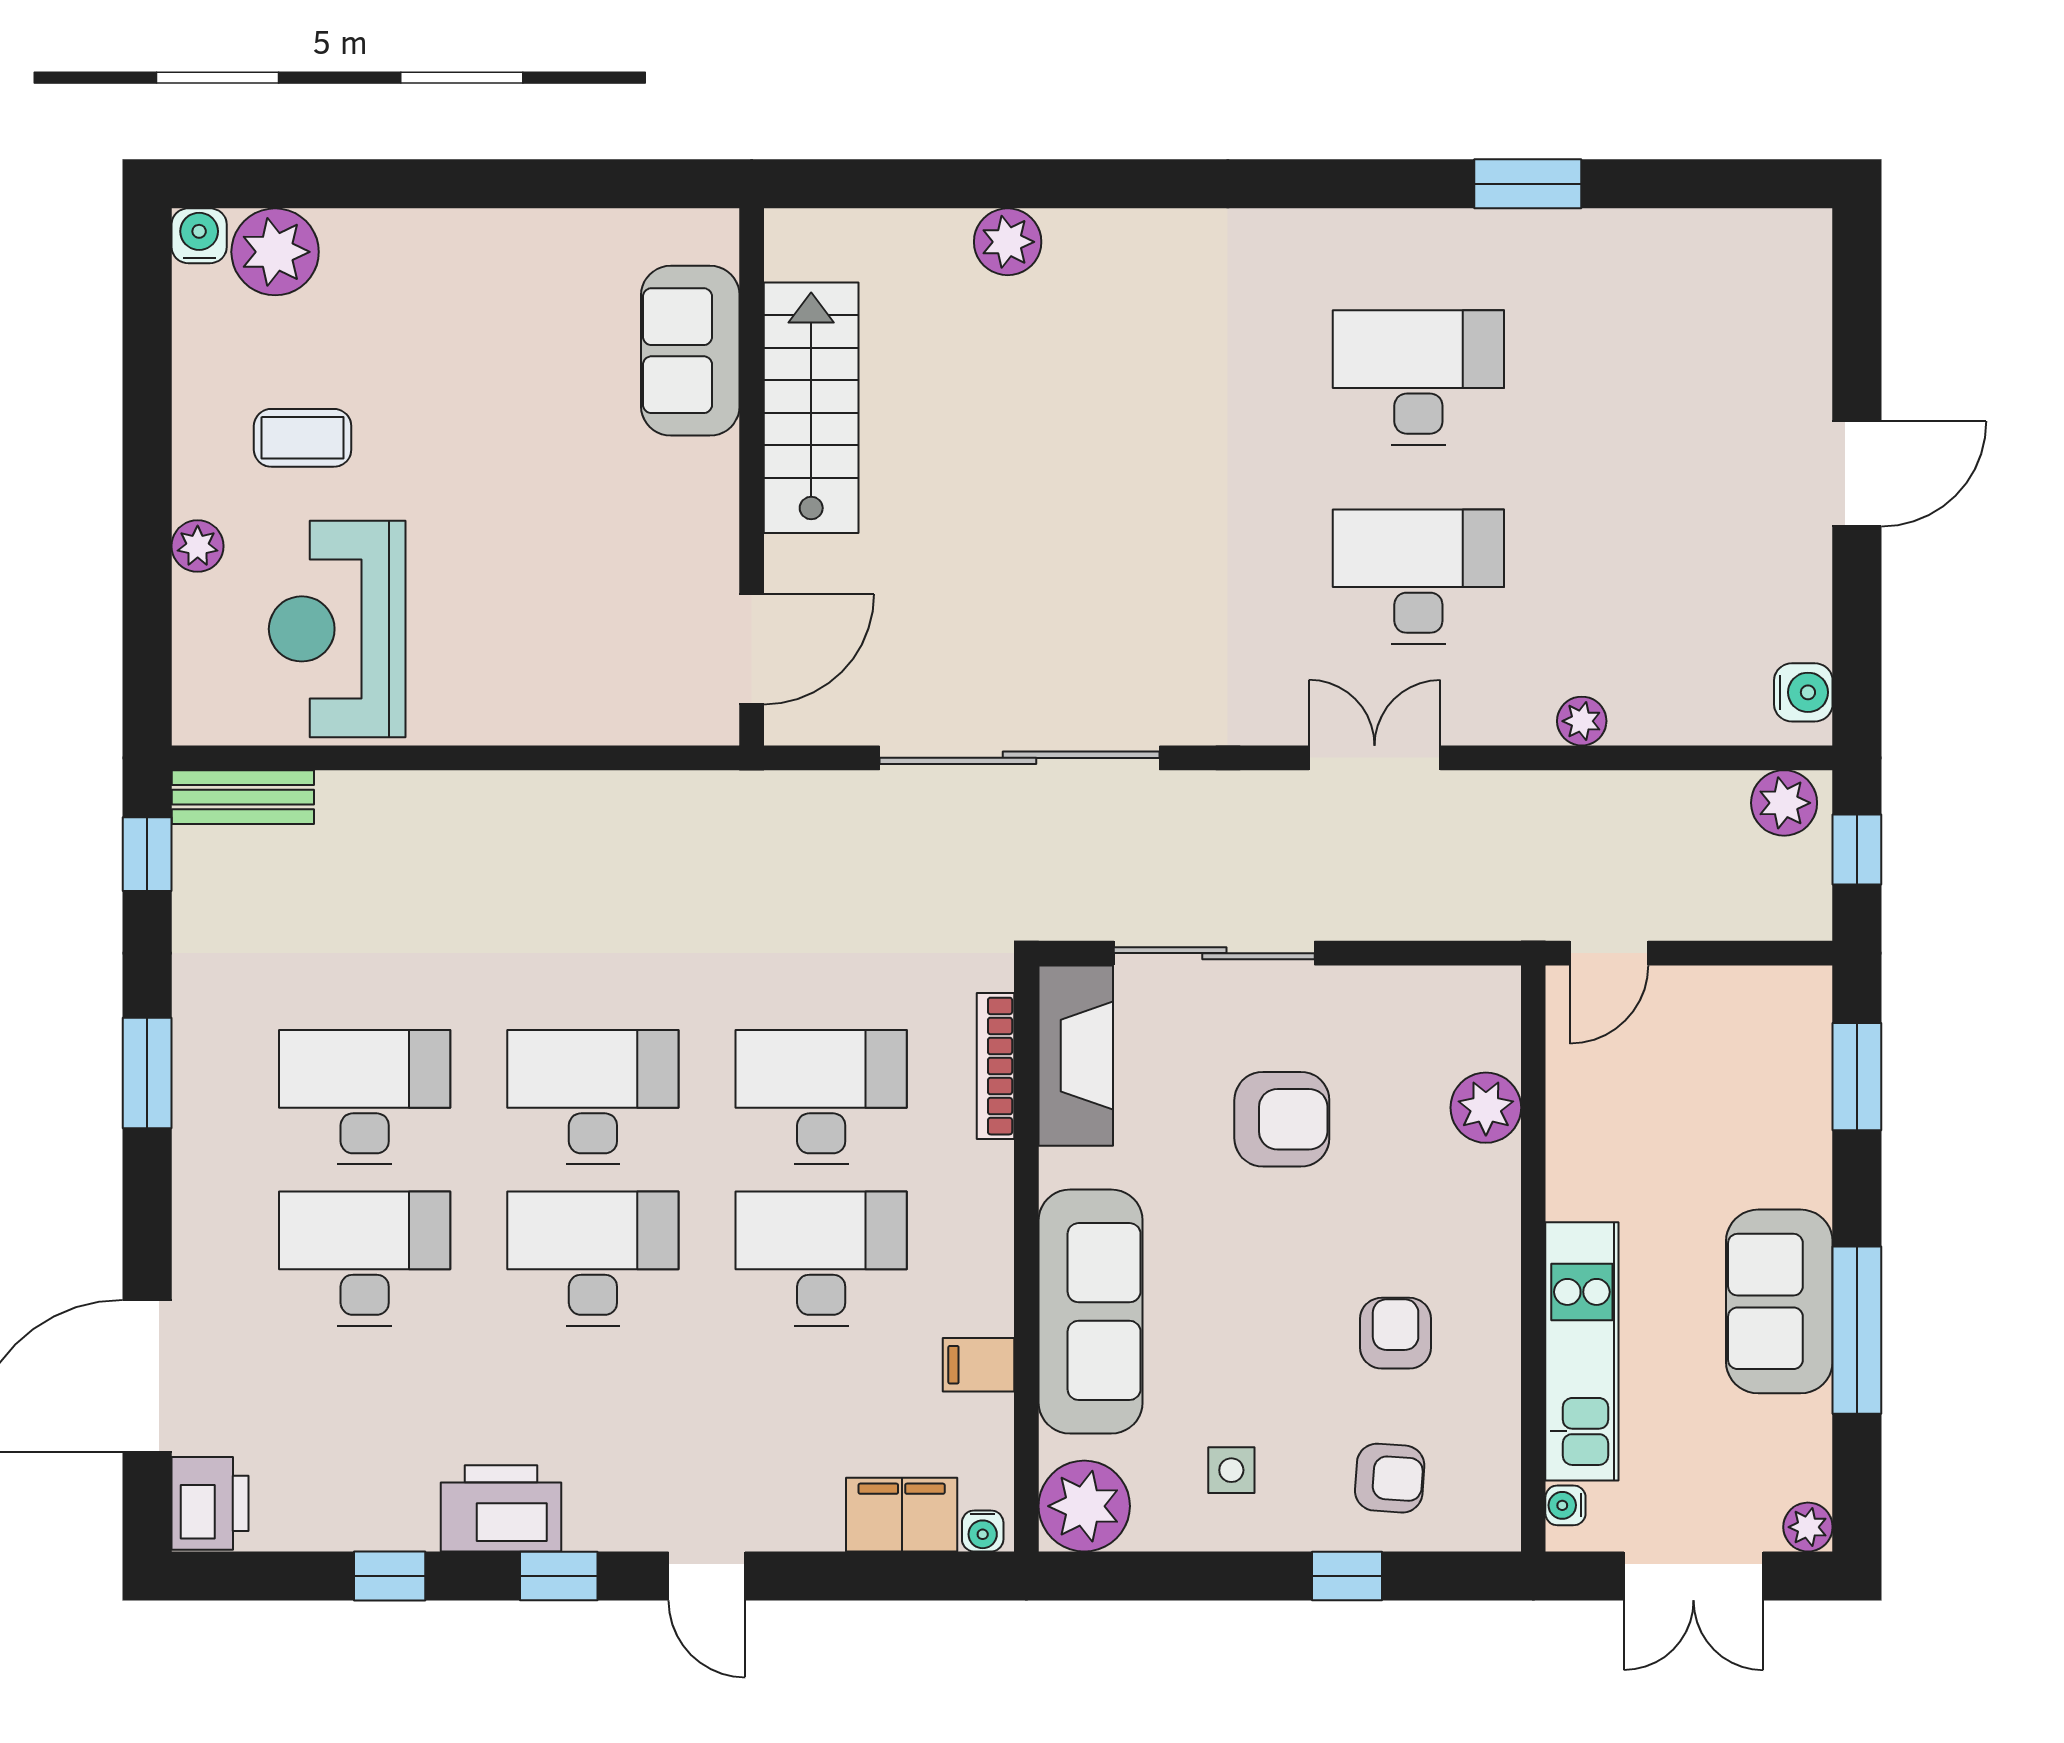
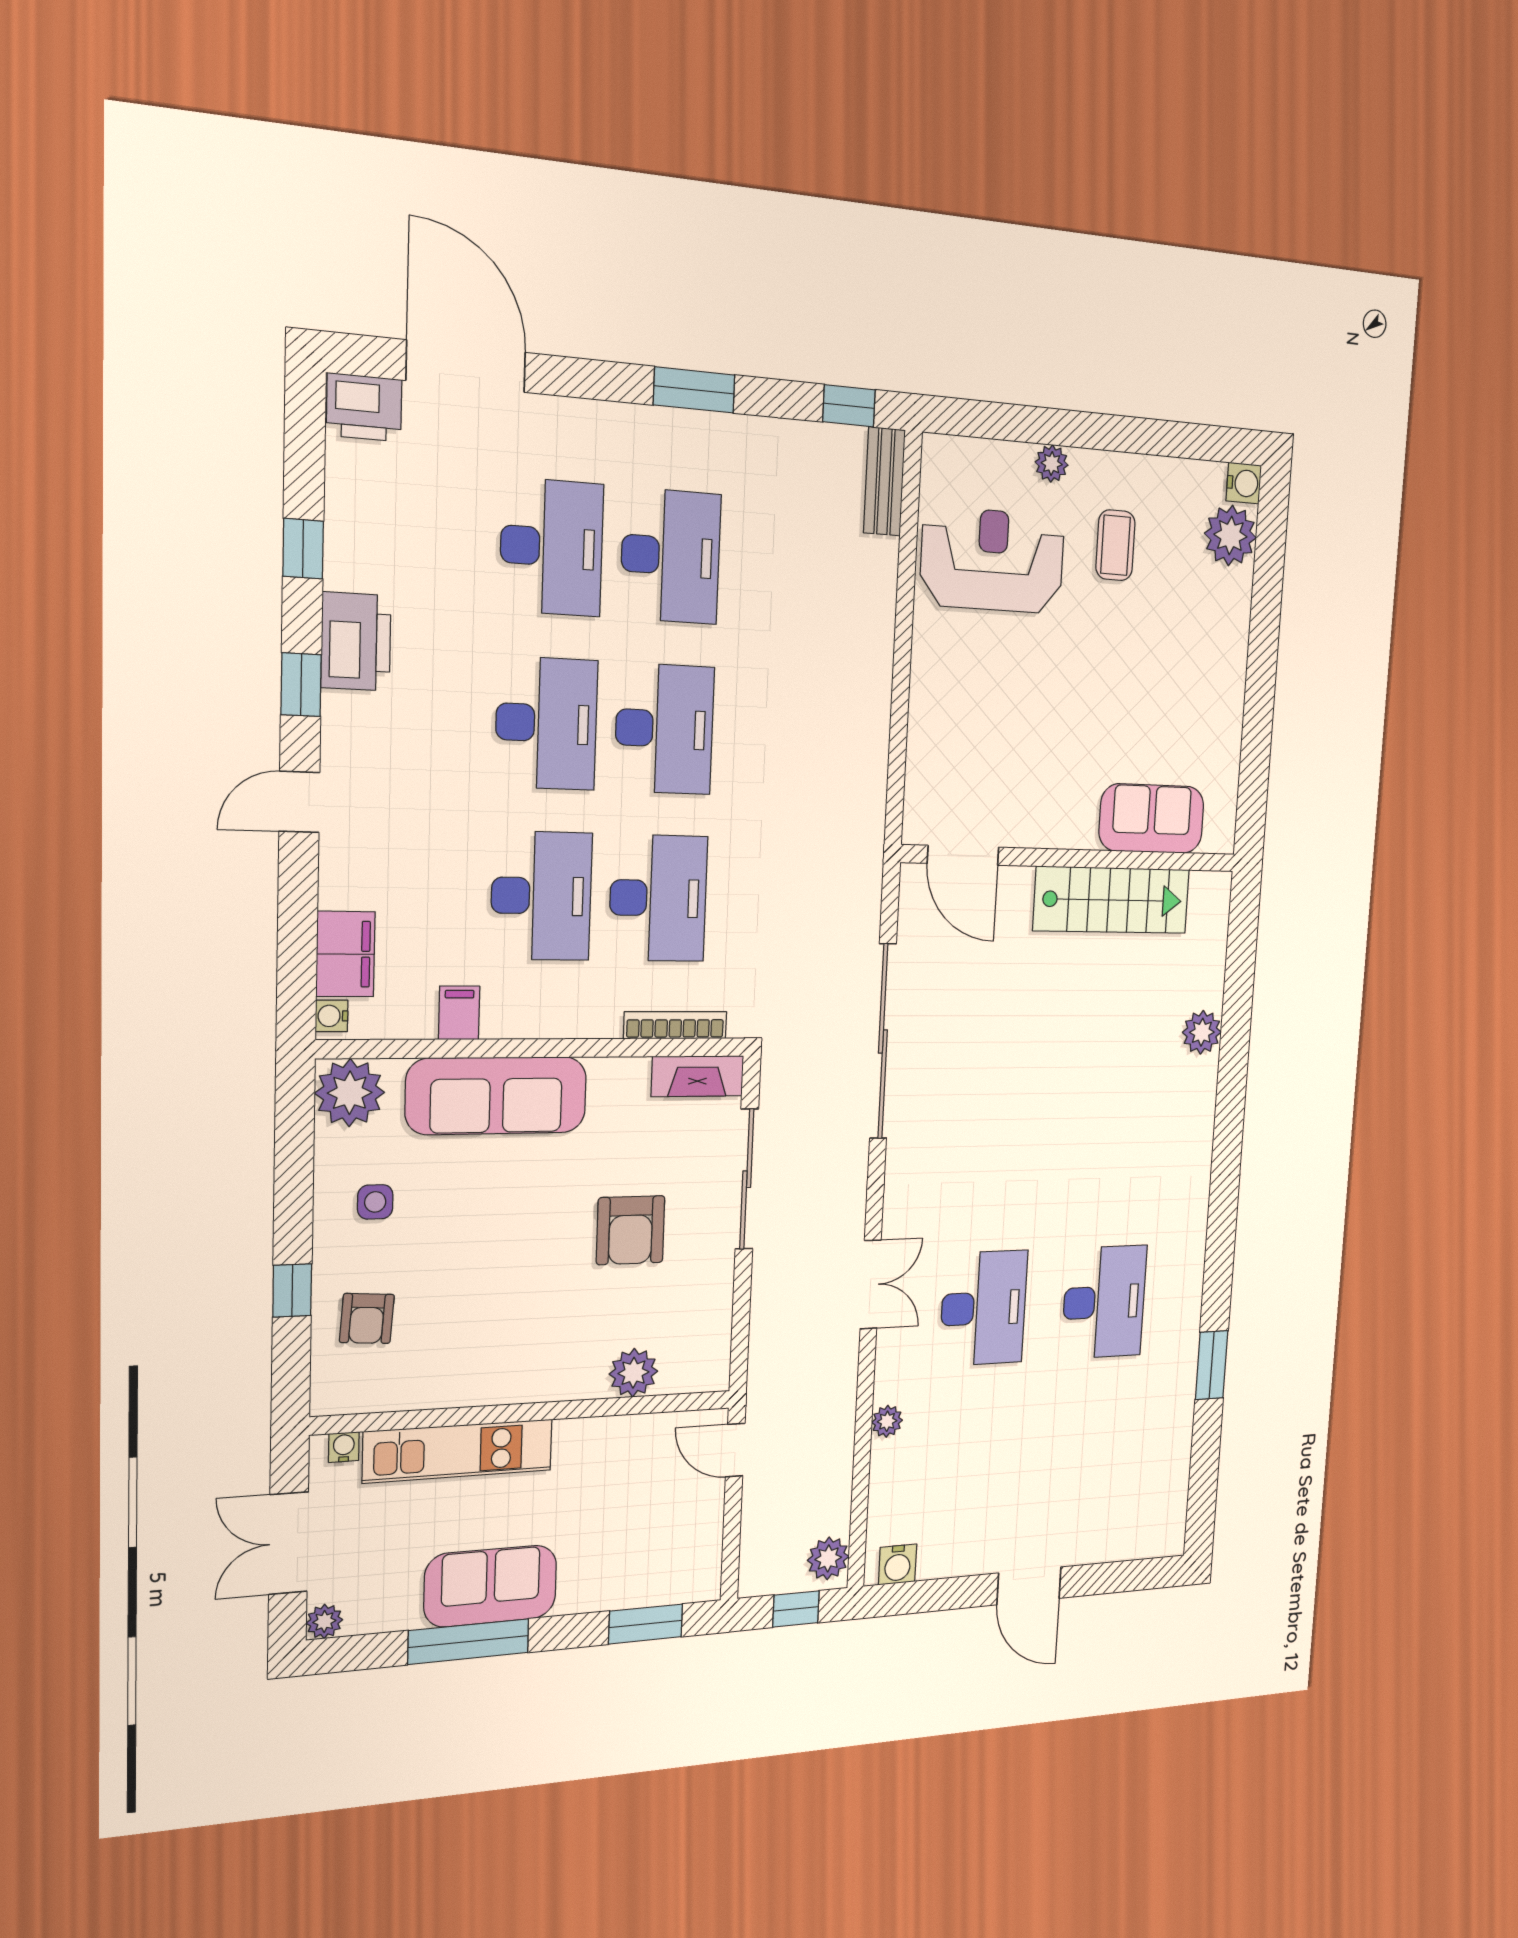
fireplace: (1076, 1056) -> (698, 1076), width x0.73, depth x0.76
armchair: (1396, 1333) -> (475, 1318), removed

